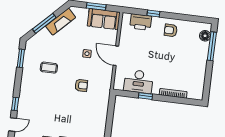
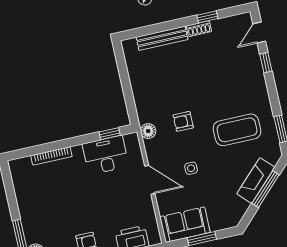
fireplace: (61, 22) -> (256, 181), moved
coffee table: (49, 68) -> (237, 130), width x1.86, depth x1.72
floor lamp: (106, 87) -> (148, 131), added
window: (145, 96) -> (110, 134), moved

